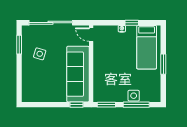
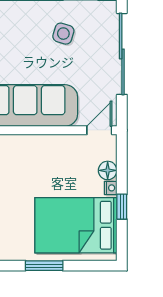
floor lamp: (113, 30) -> (108, 170), added
bed: (147, 47) -> (76, 225), width x1.50

